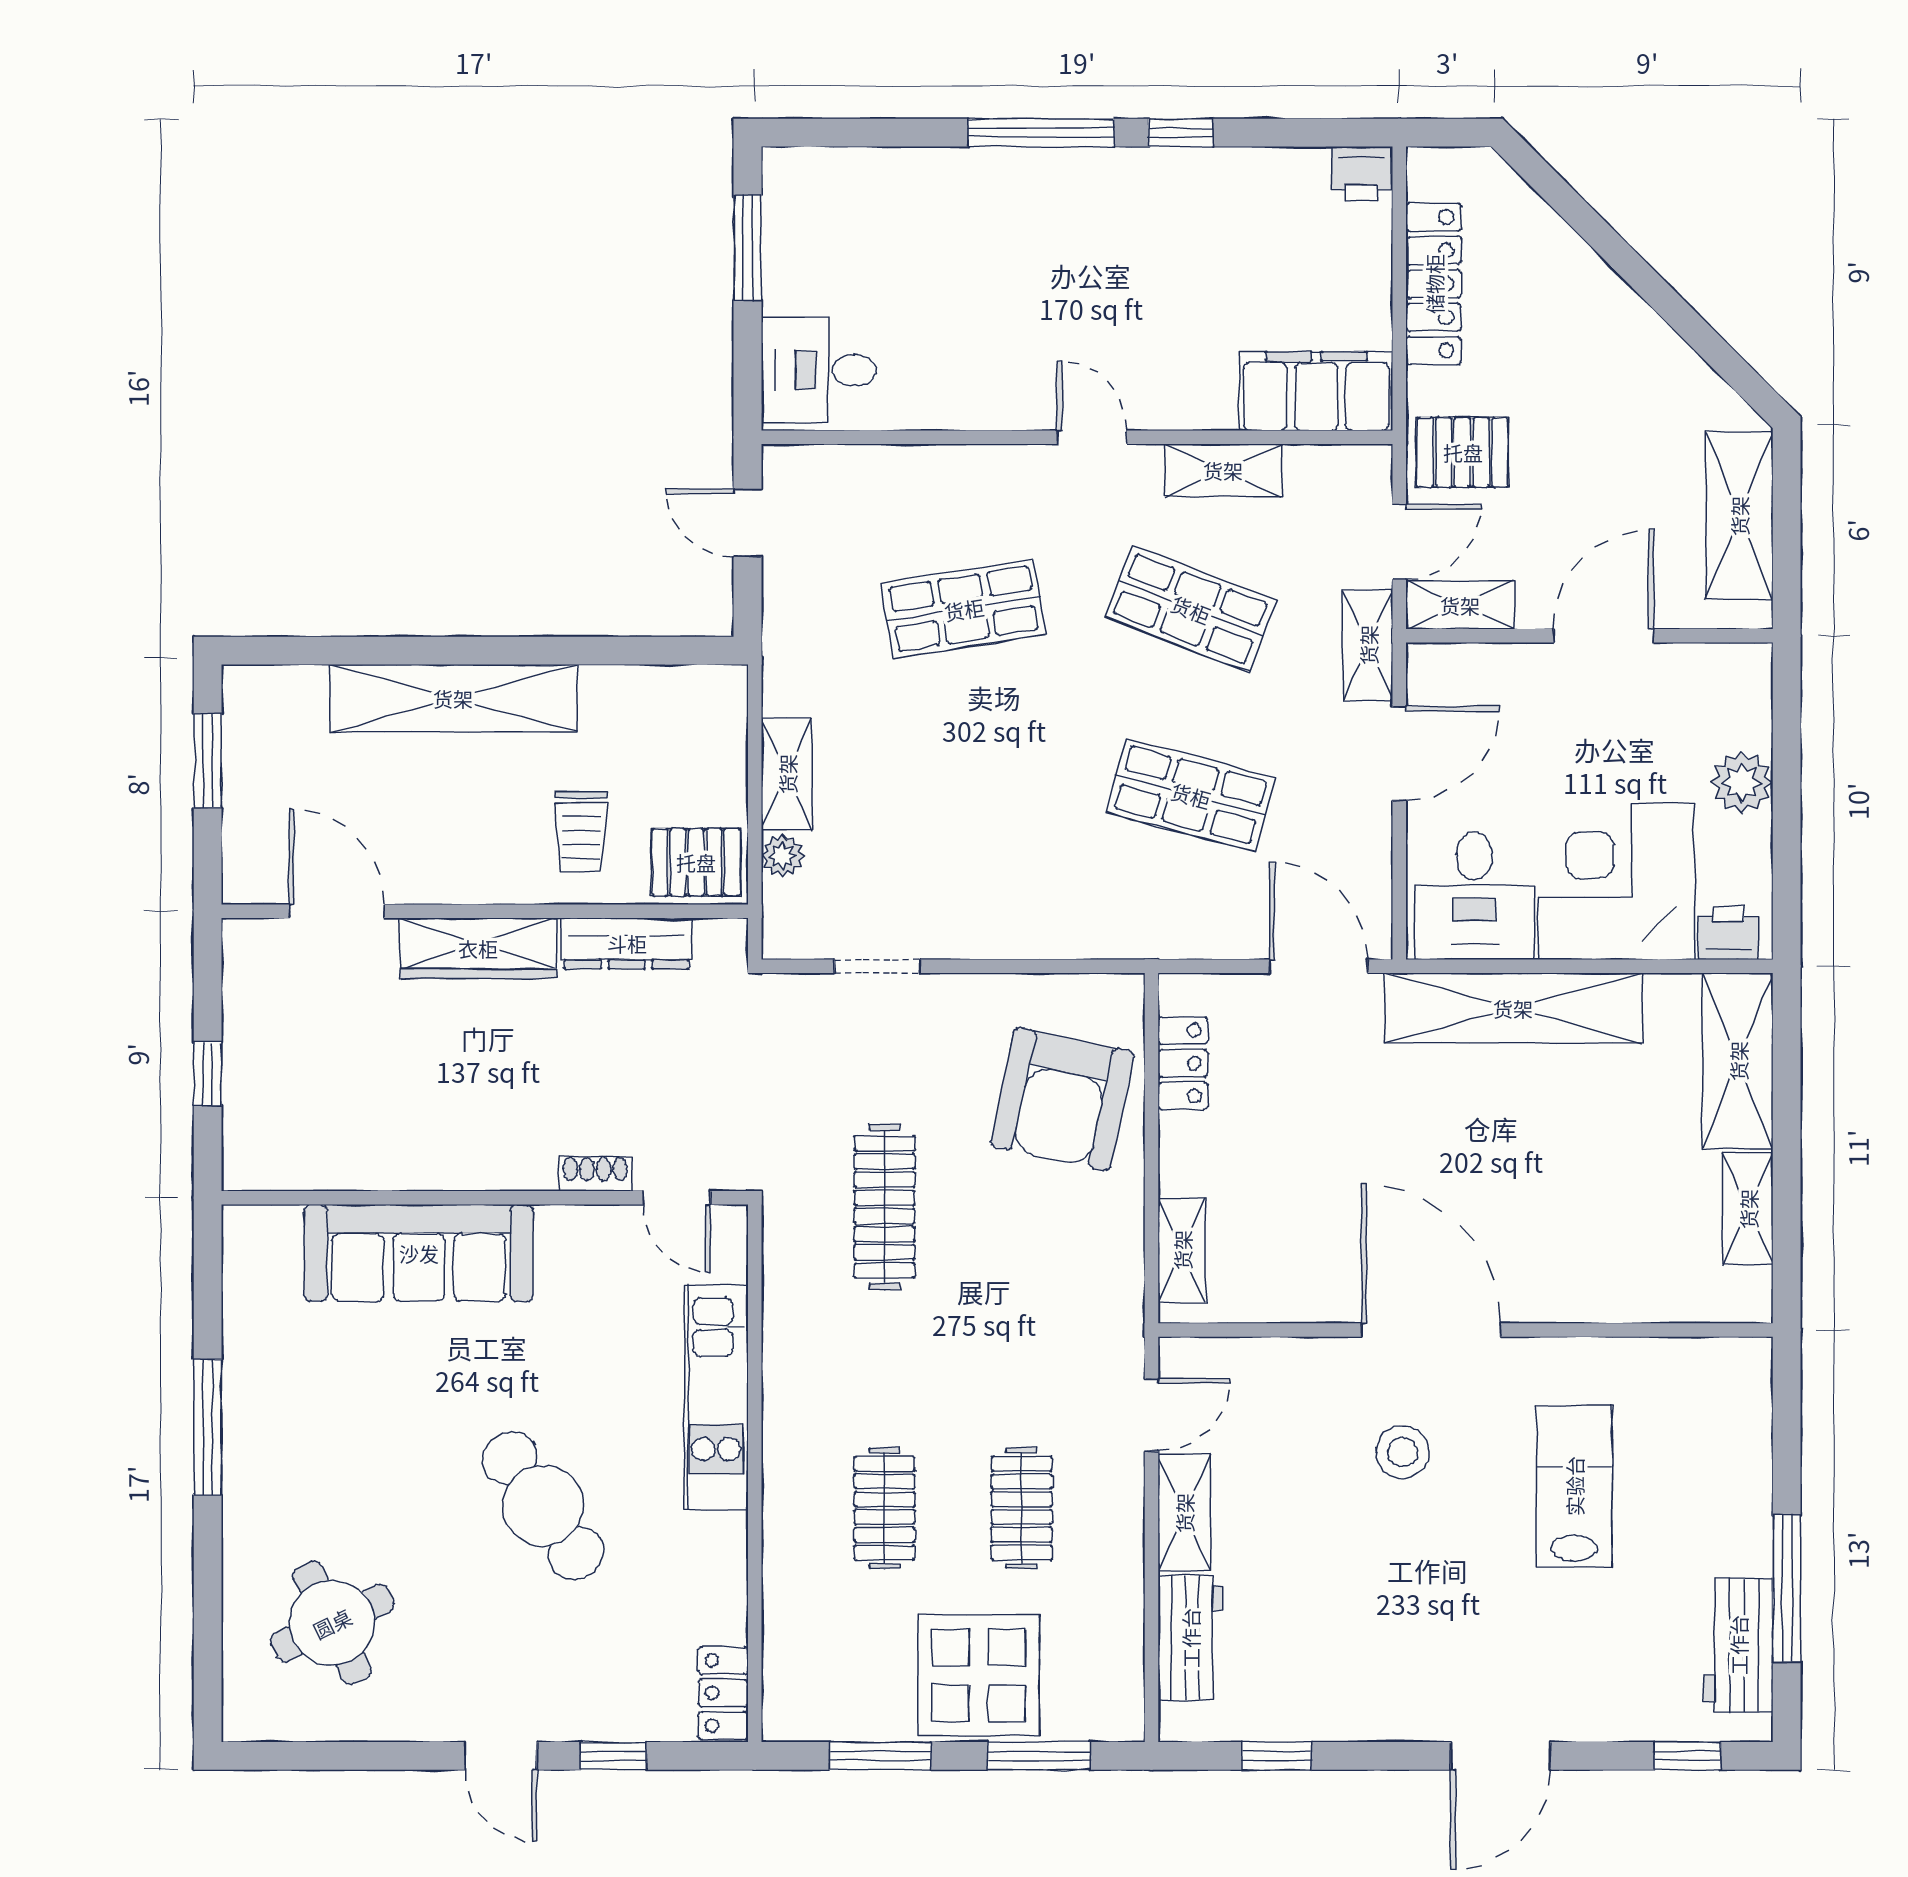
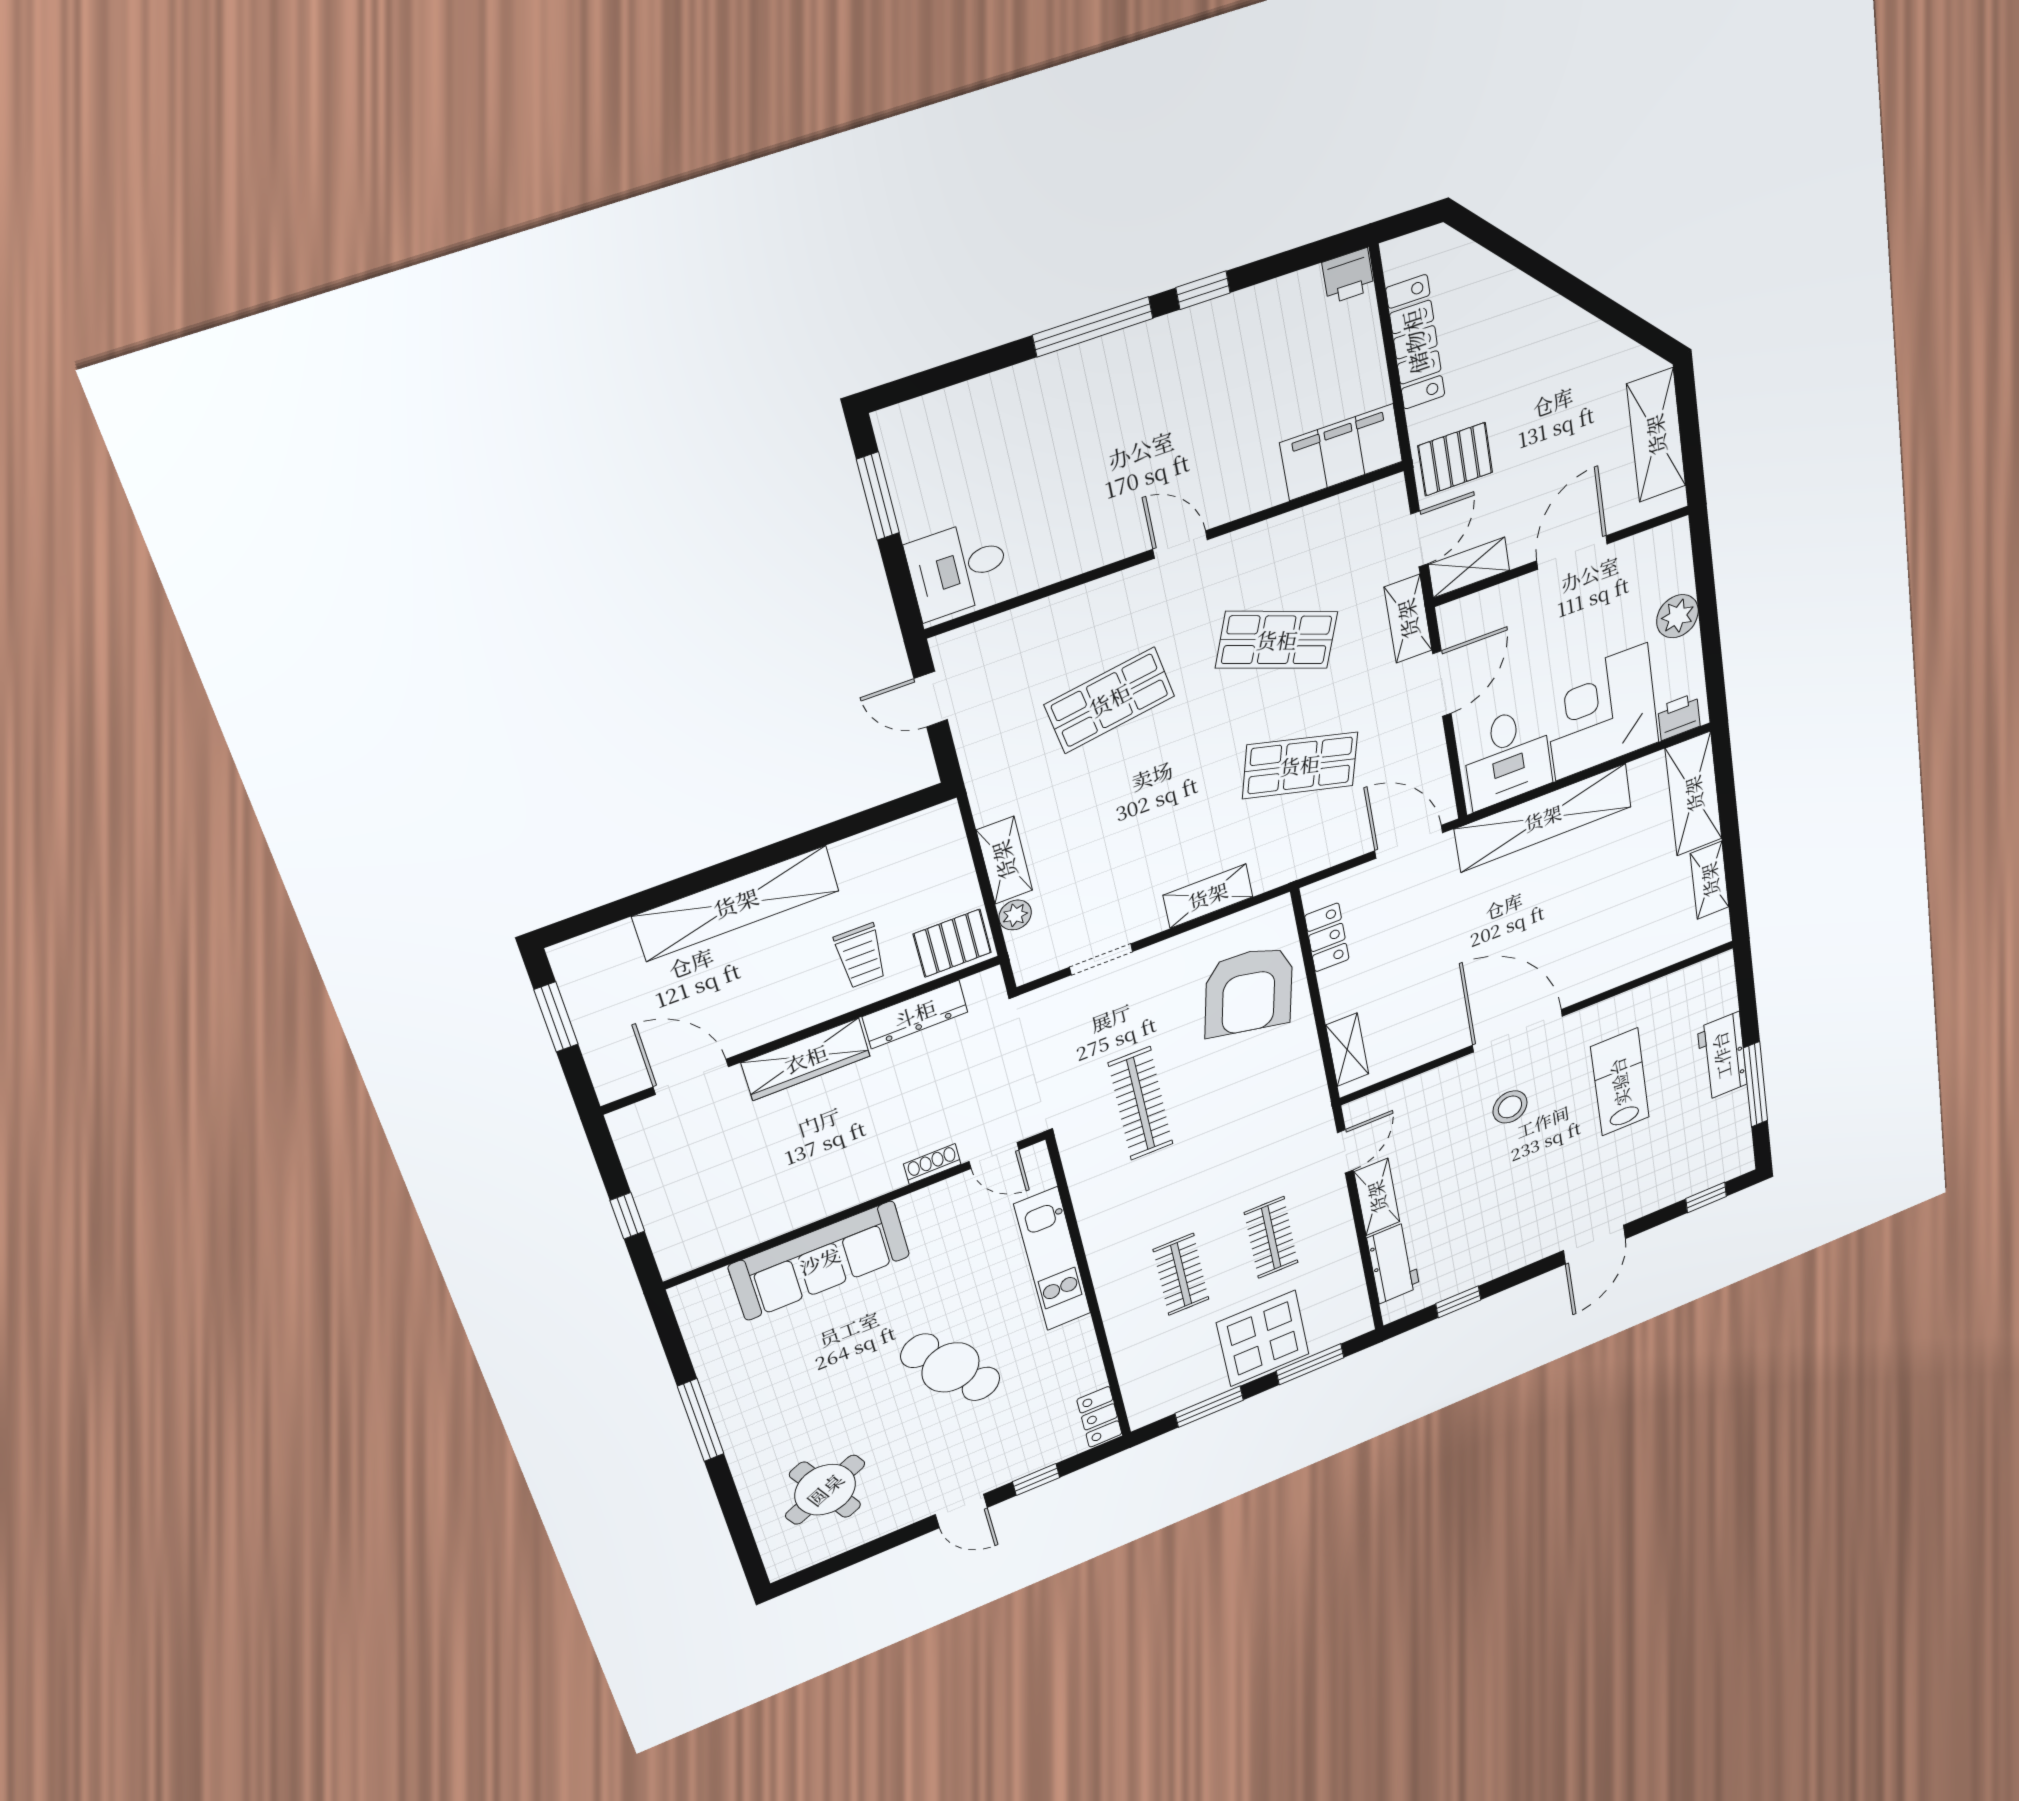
shelving: (1223, 470) -> (1208, 896), moved
workbench: (1738, 1645) -> (1722, 1056), moved

